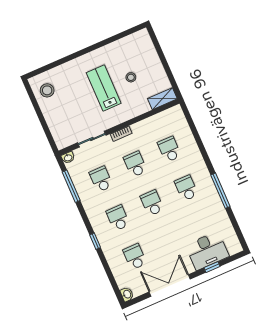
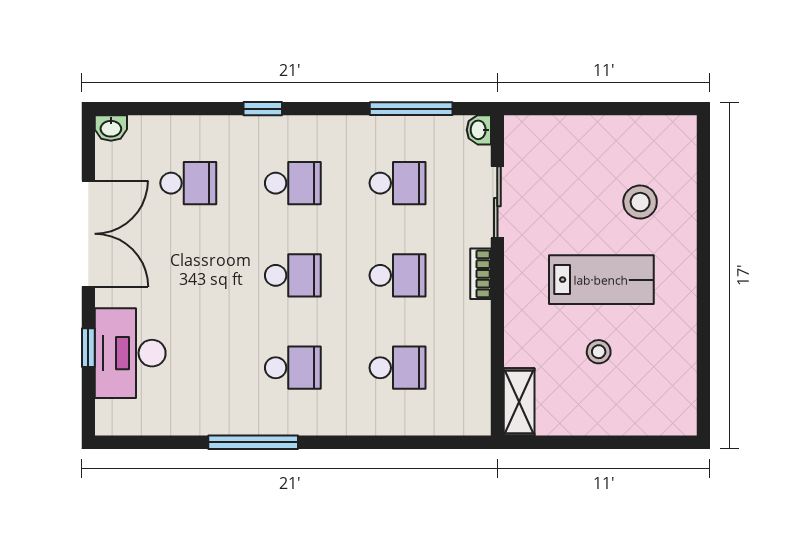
stool: (47, 90) -> (640, 202), moved

